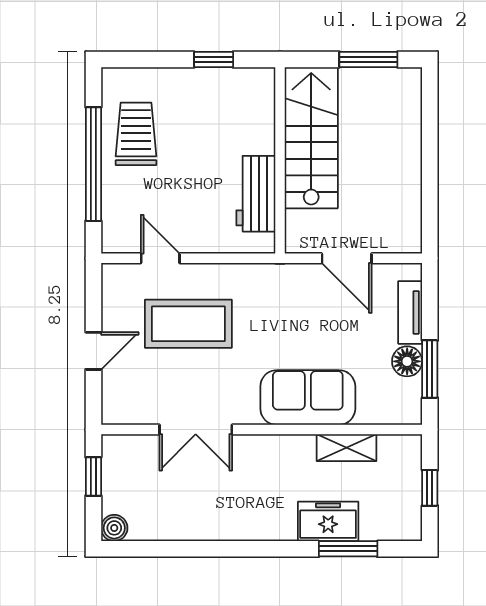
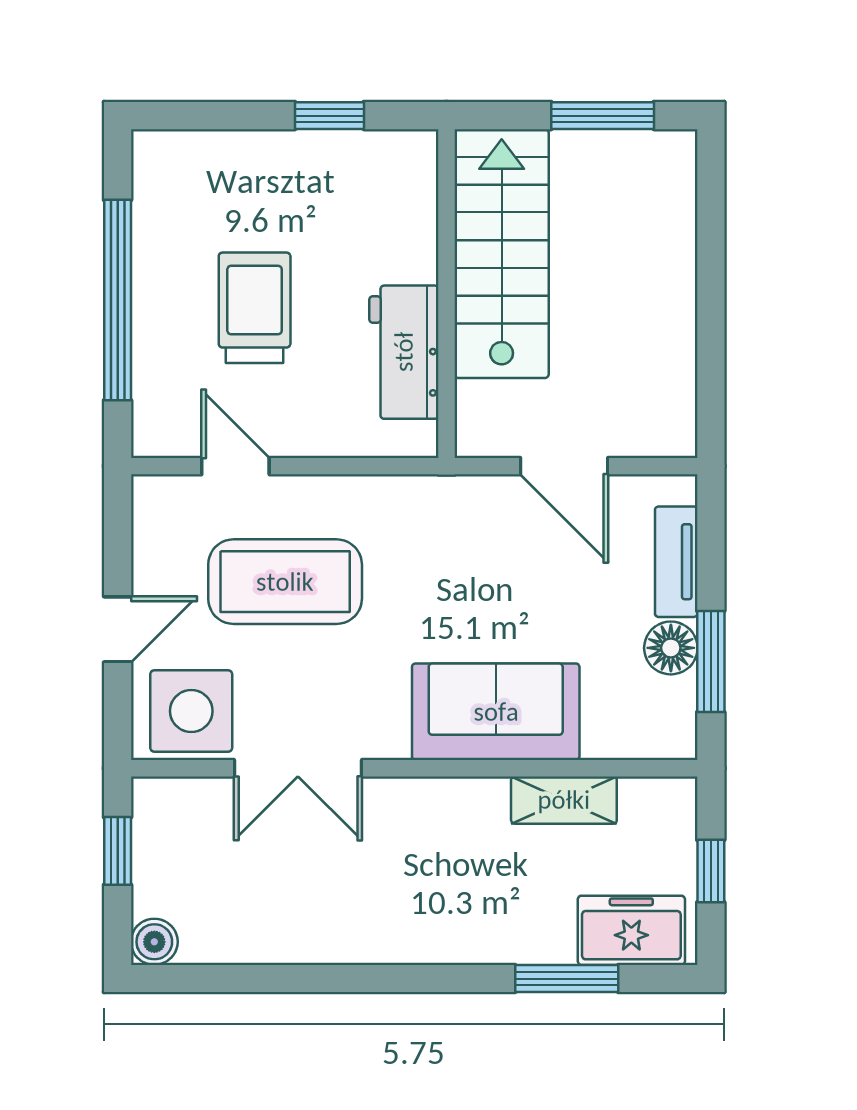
trolley: (136, 134) -> (255, 308), moved
side table: (135, 397) -> (191, 711), added
freezer: (328, 521) -> (631, 930), moved

